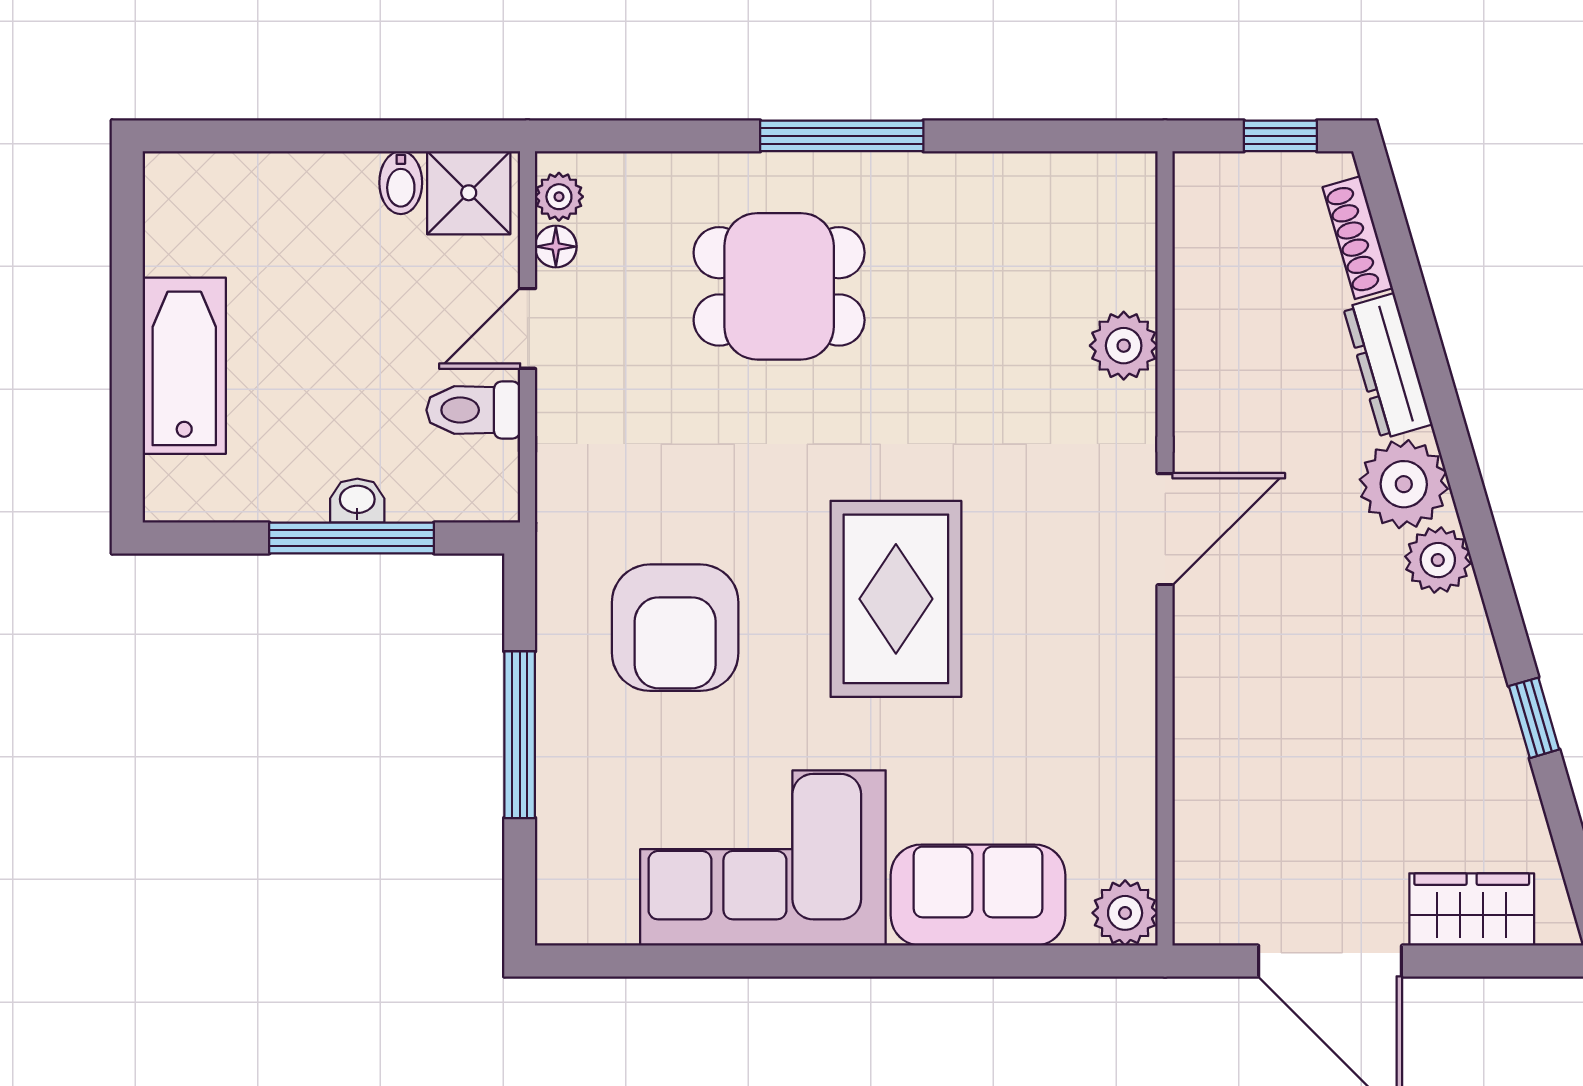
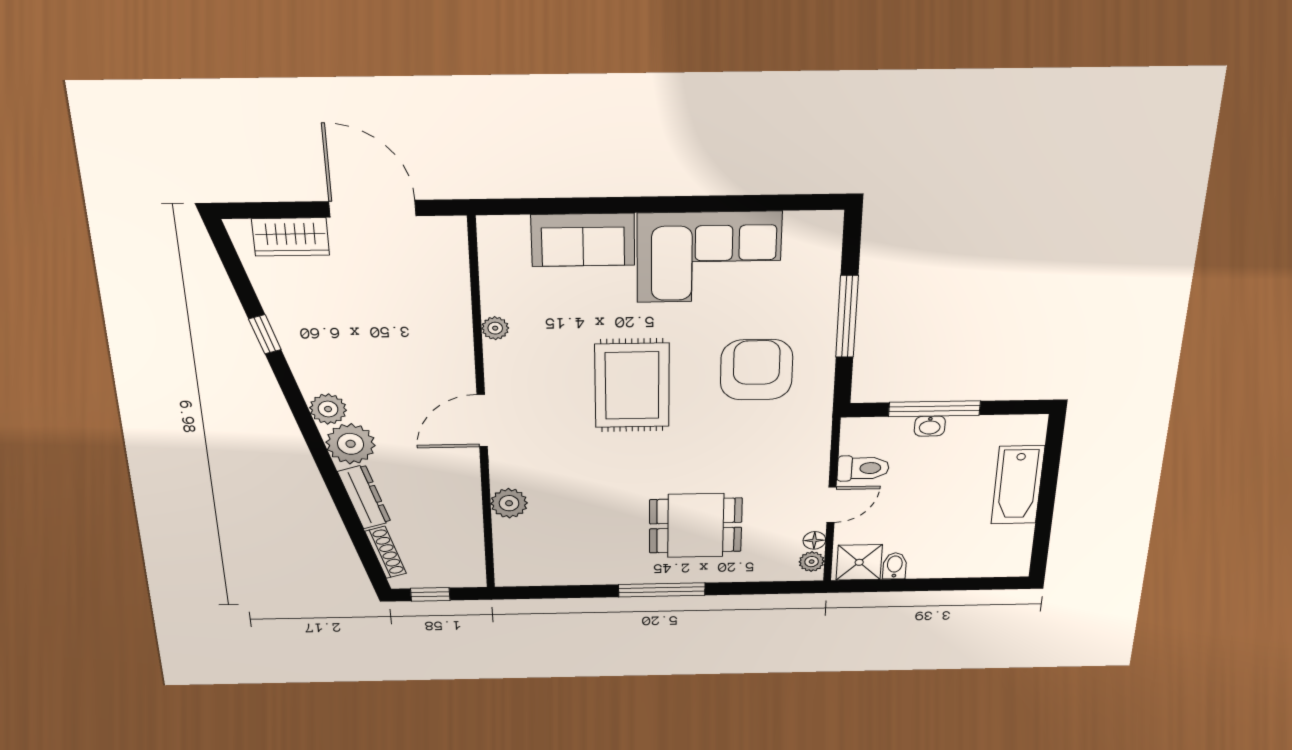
plant: (1125, 913) -> (495, 328), moved, width x0.73, depth x0.73

